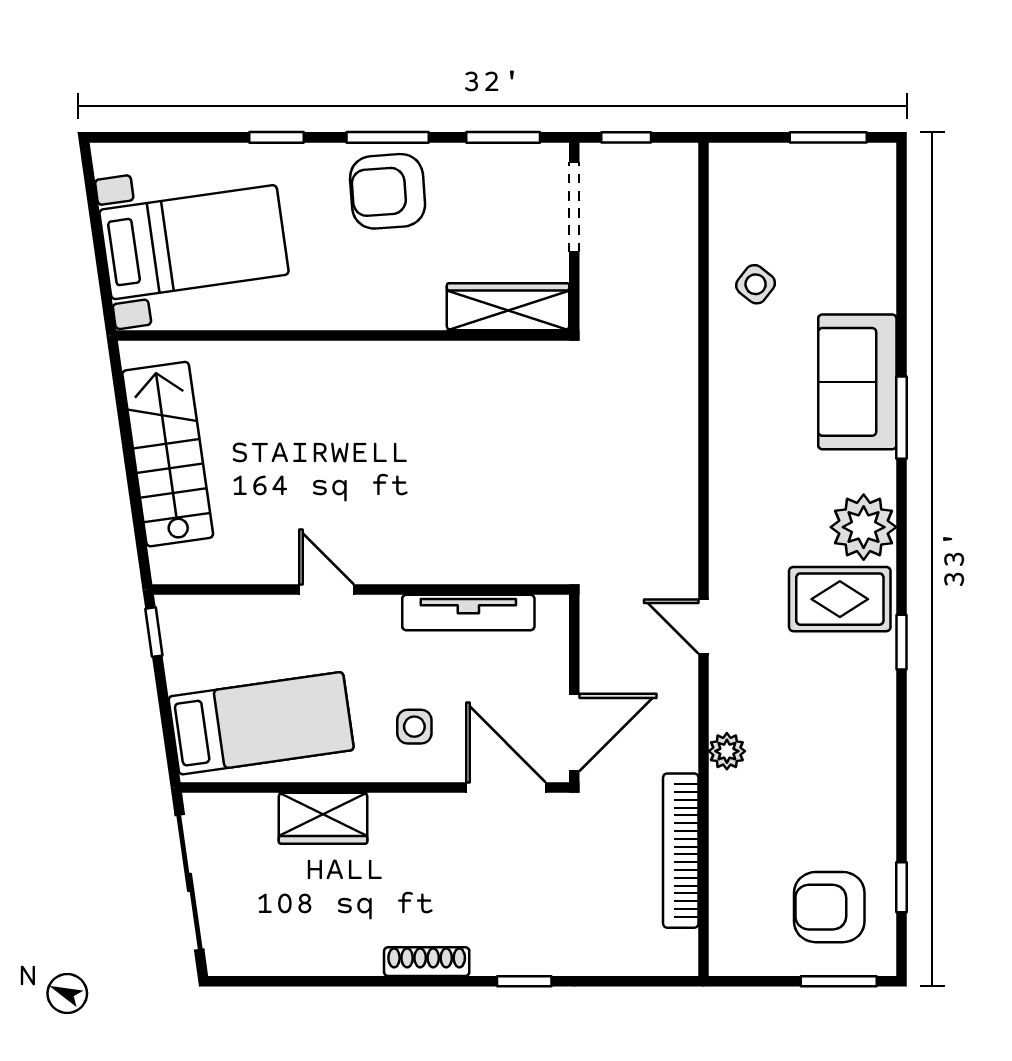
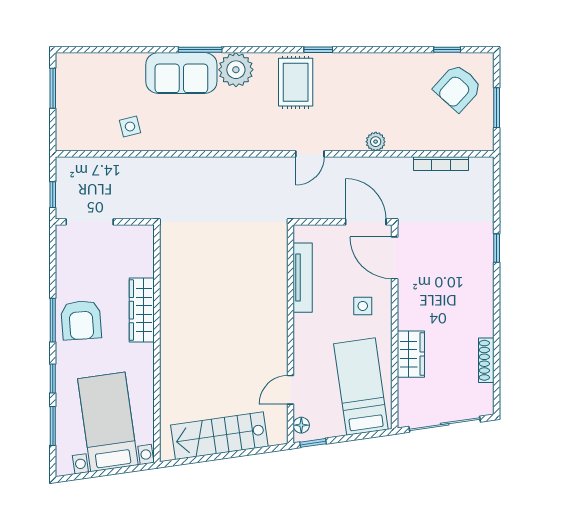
window: (503, 137) -> (53, 426), moved
side table: (756, 284) -> (130, 127), turned 38
wardrobe: (508, 307) -> (142, 310), moved
plant: (864, 527) -> (236, 70), moved
door: (326, 589) -> (291, 390), moved
floor lamp: (188, 610) -> (301, 425), added
door: (506, 788) -> (395, 258), hinge flipped
bookcase: (681, 851) -> (441, 164), width x0.68, depth x0.76
armchair: (829, 907) -> (458, 88), turned 42
shoe rack: (427, 962) -> (486, 360), moved
window: (839, 981) -> (497, 108), moved

